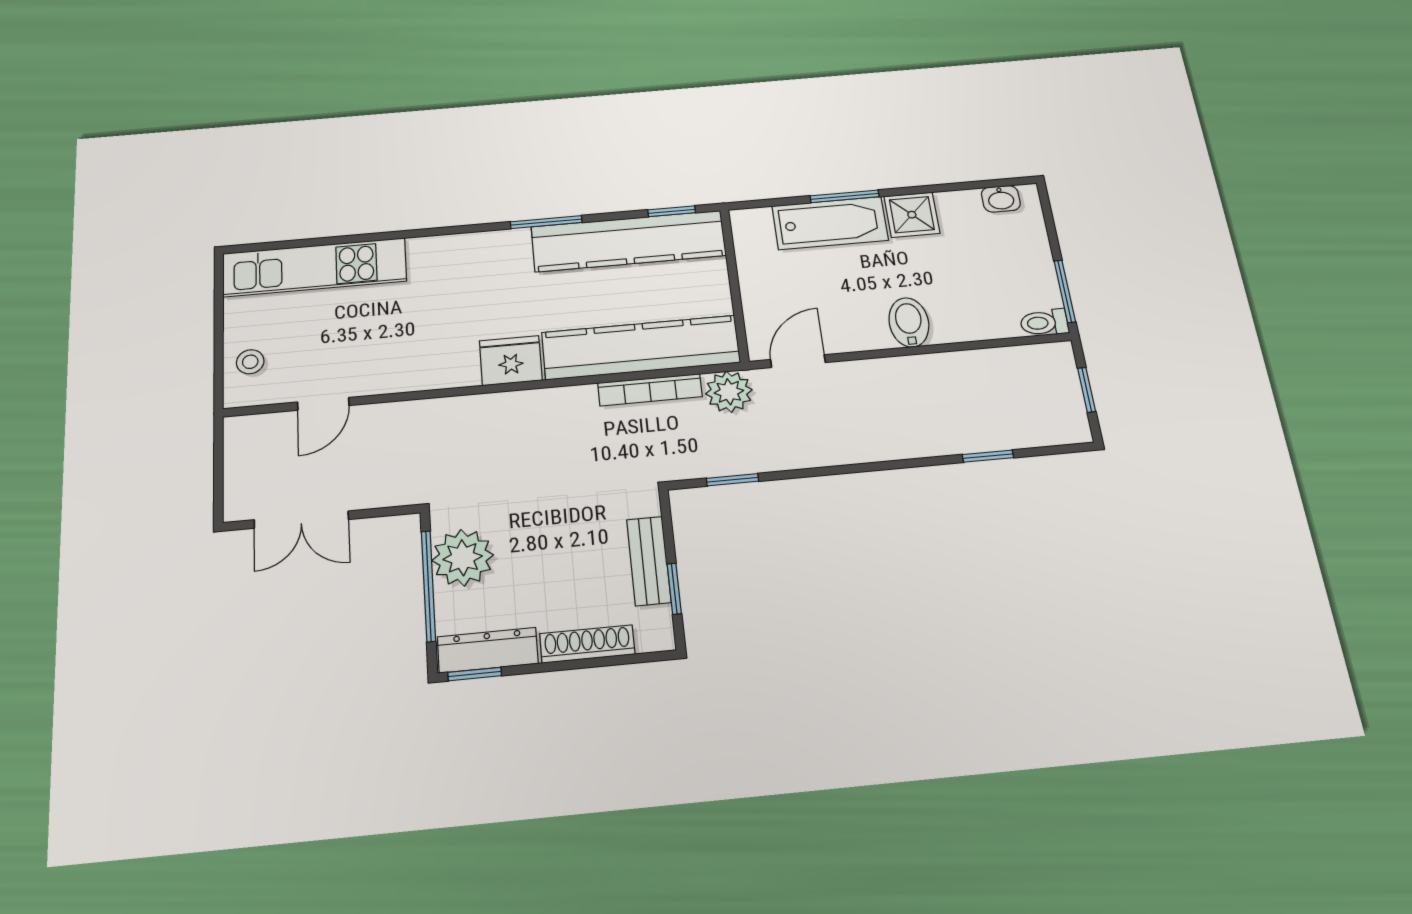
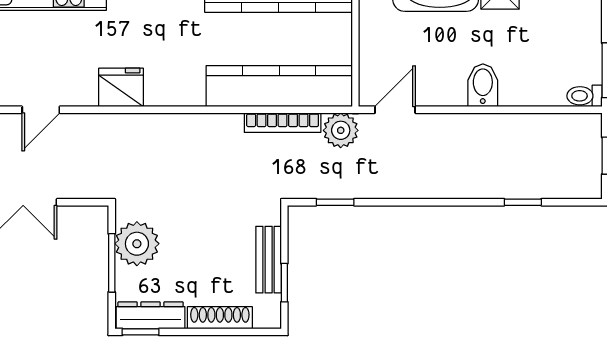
fridge: (511, 361) -> (121, 87), moved
window: (428, 586) -> (112, 263), width x0.69

